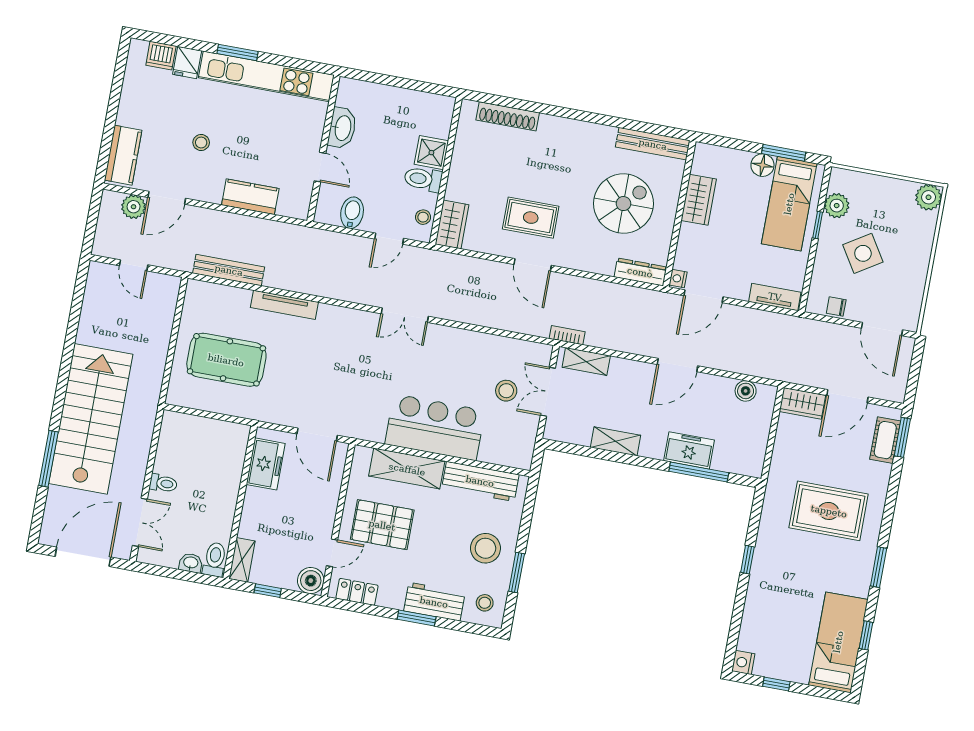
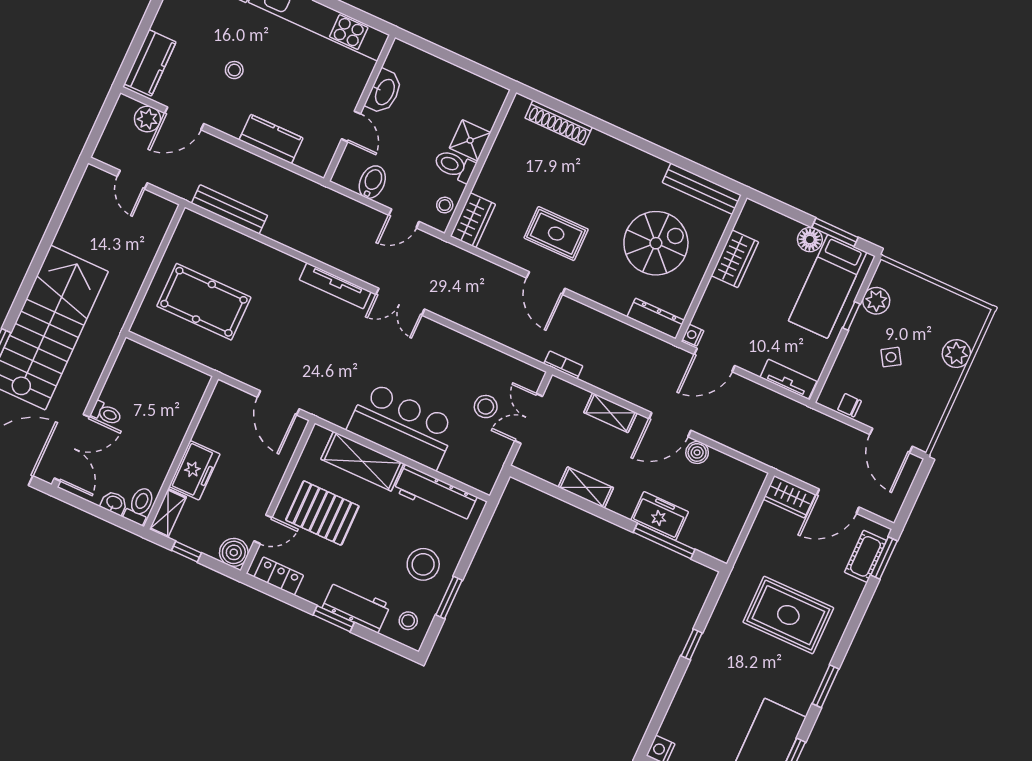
plant: (929, 197) -> (956, 354), moved
side table: (863, 253) -> (891, 357), width x0.54, depth x0.54
tv unit: (284, 305) -> (335, 286), moved
shelving: (586, 362) -> (610, 413), moved
boiler: (746, 391) -> (697, 452), moved
freezer: (266, 464) -> (194, 470), moved
double door: (140, 522) -> (72, 448), width x1.37

